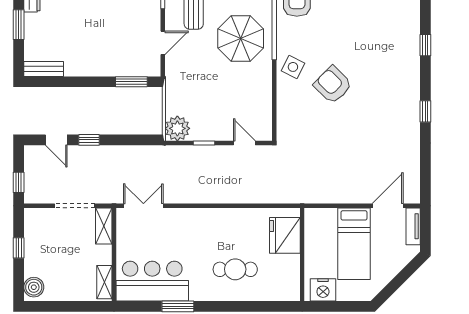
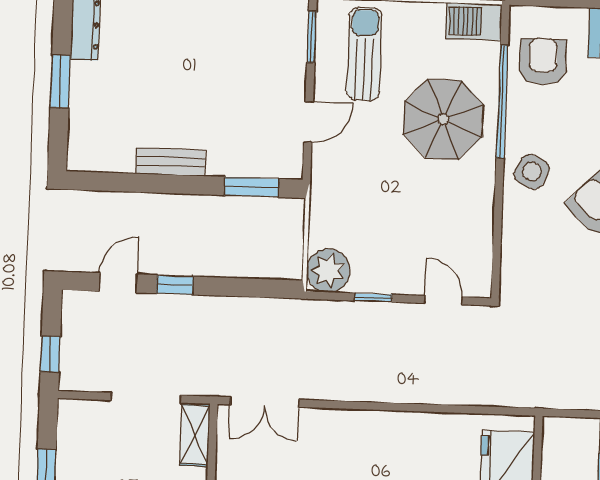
bench: (44, 69) -> (170, 162), moved
door: (56, 140) -> (118, 283), swing flipped
double door: (143, 206) -> (265, 402), swing flipped

